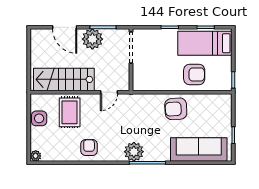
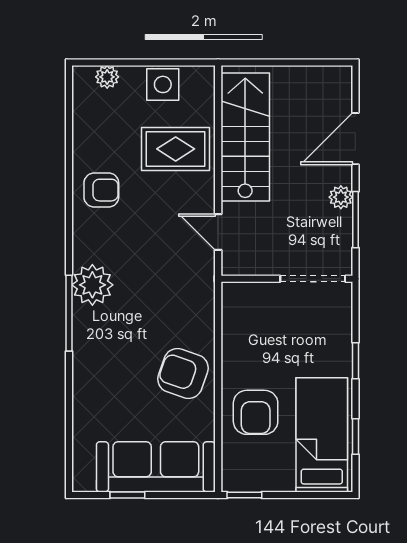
plant: (92, 39) -> (341, 197), width x0.53, depth x0.53
armchair: (176, 109) -> (183, 373), turned -68
sofa: (199, 149) -> (156, 467), moved, turned -90
plant: (36, 156) -> (107, 77), moved

